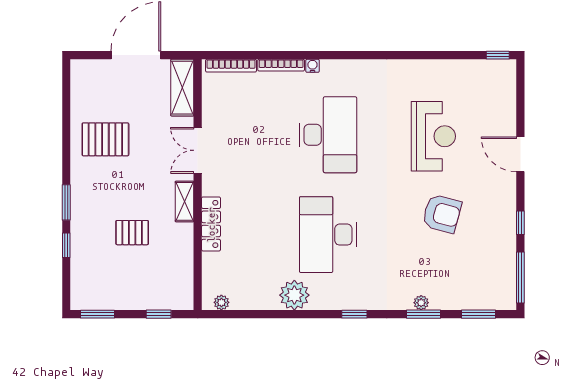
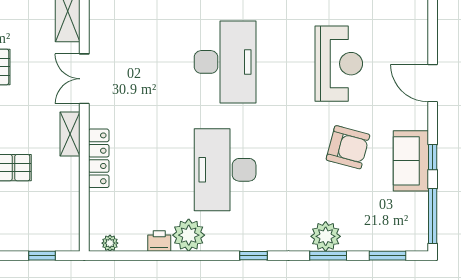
sofa: (500, 226) -> (411, 161), added
printer: (267, 301) -> (159, 241), added
plant: (421, 303) -> (326, 236), width x1.87, depth x1.87

